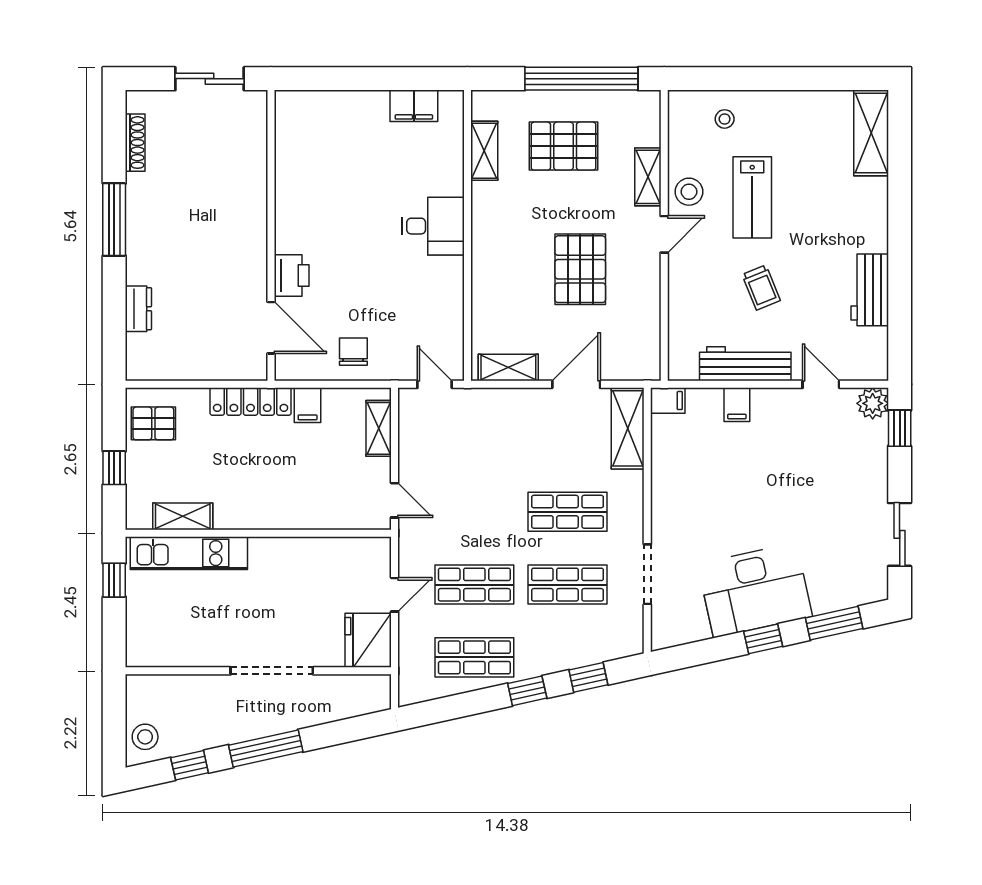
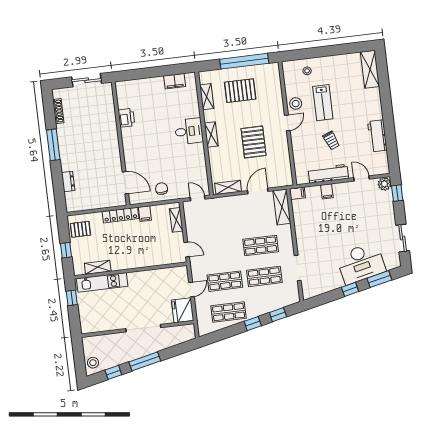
shelving: (648, 177) -> (211, 135), moved
printer: (292, 275) -> (126, 118), moved
desk: (755, 590) -> (361, 263), moved

